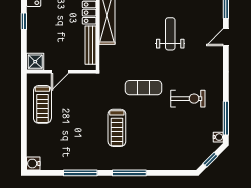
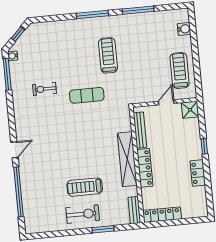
weight bench: (170, 34) -> (67, 148), removed
exercise bike: (188, 99) -> (44, 89), width x0.73, depth x0.72
water cooler: (33, 164) -> (184, 29), moved

